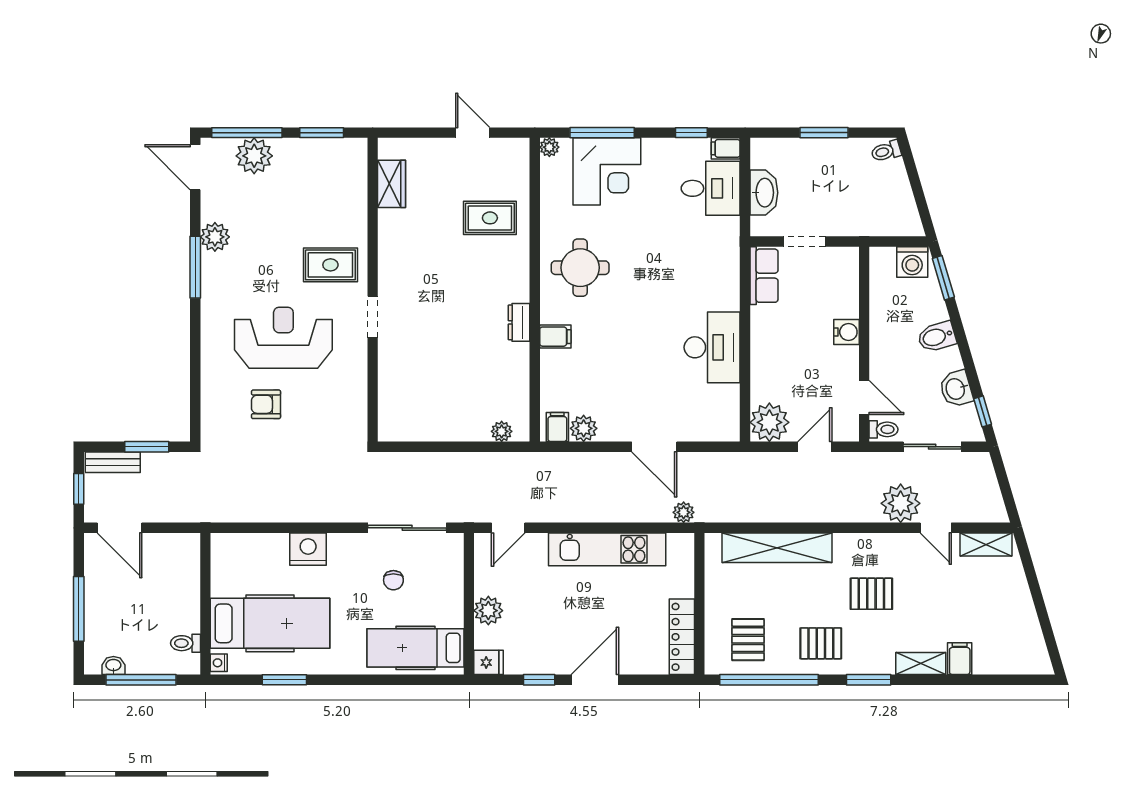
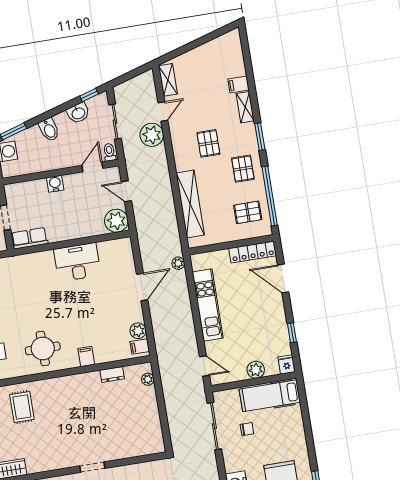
dresser: (519, 322) -> (112, 374), moved
hospital bed: (416, 648) -> (270, 396), moved, turned 90
door: (595, 680) -> (283, 278), moved

